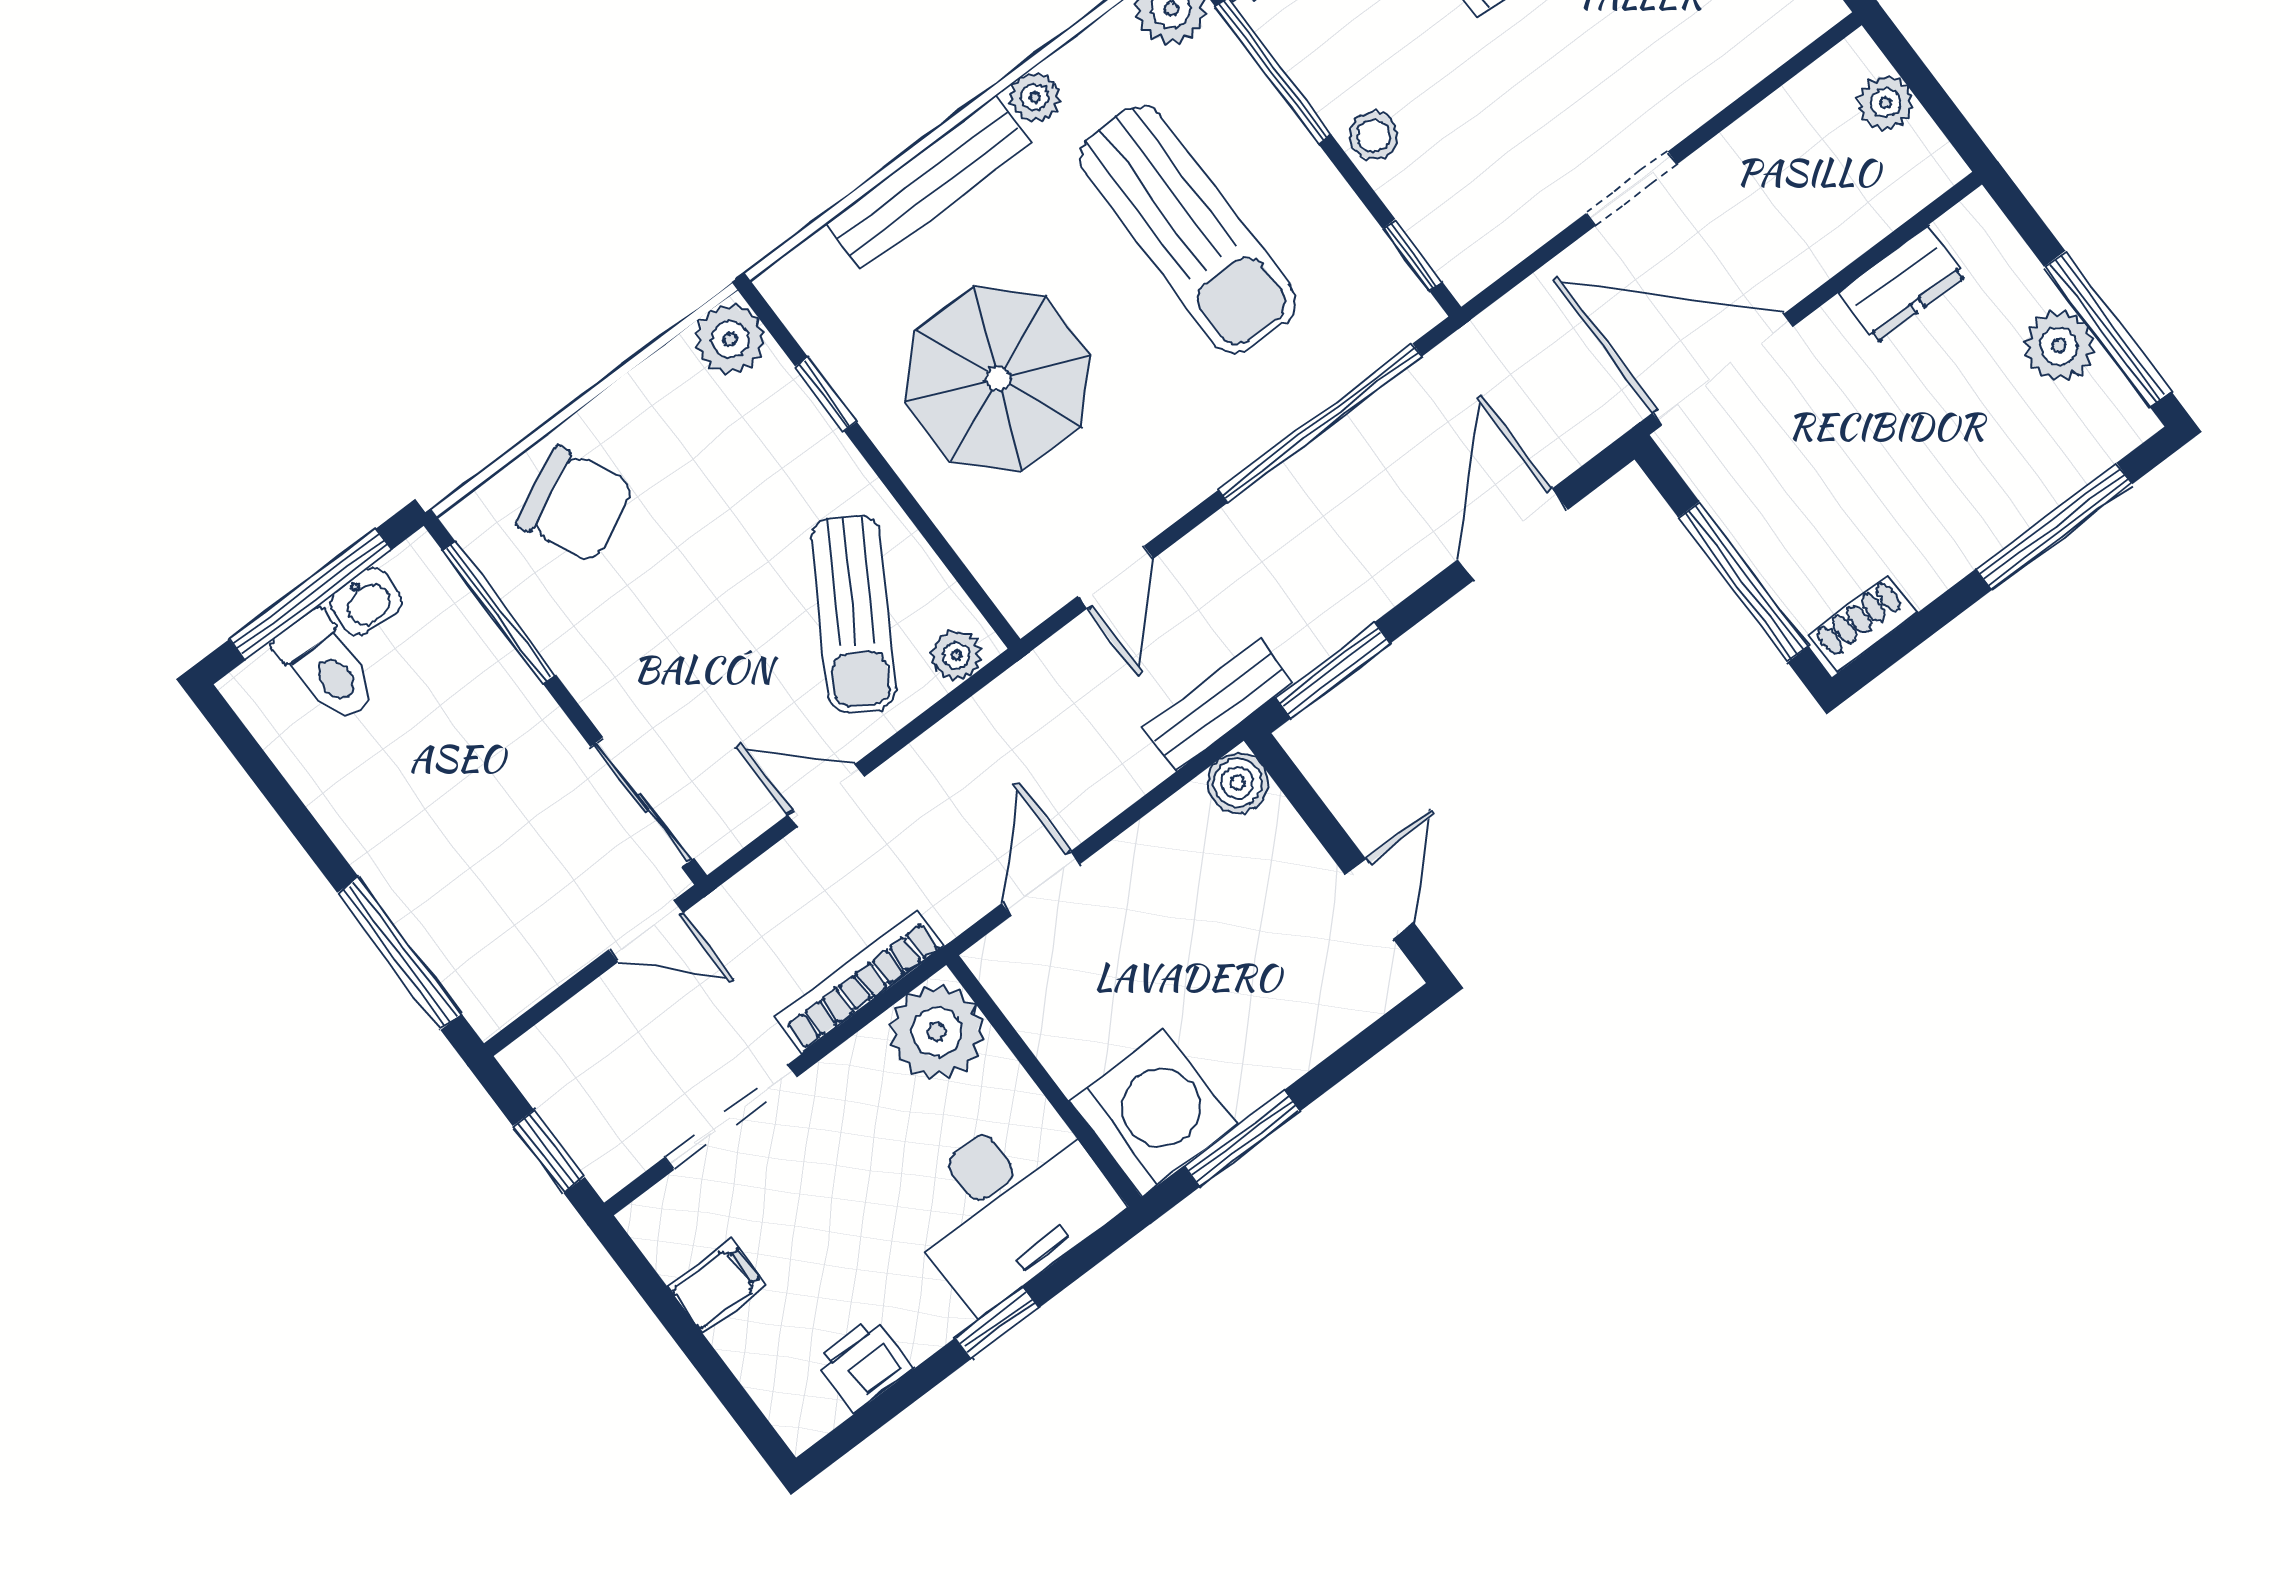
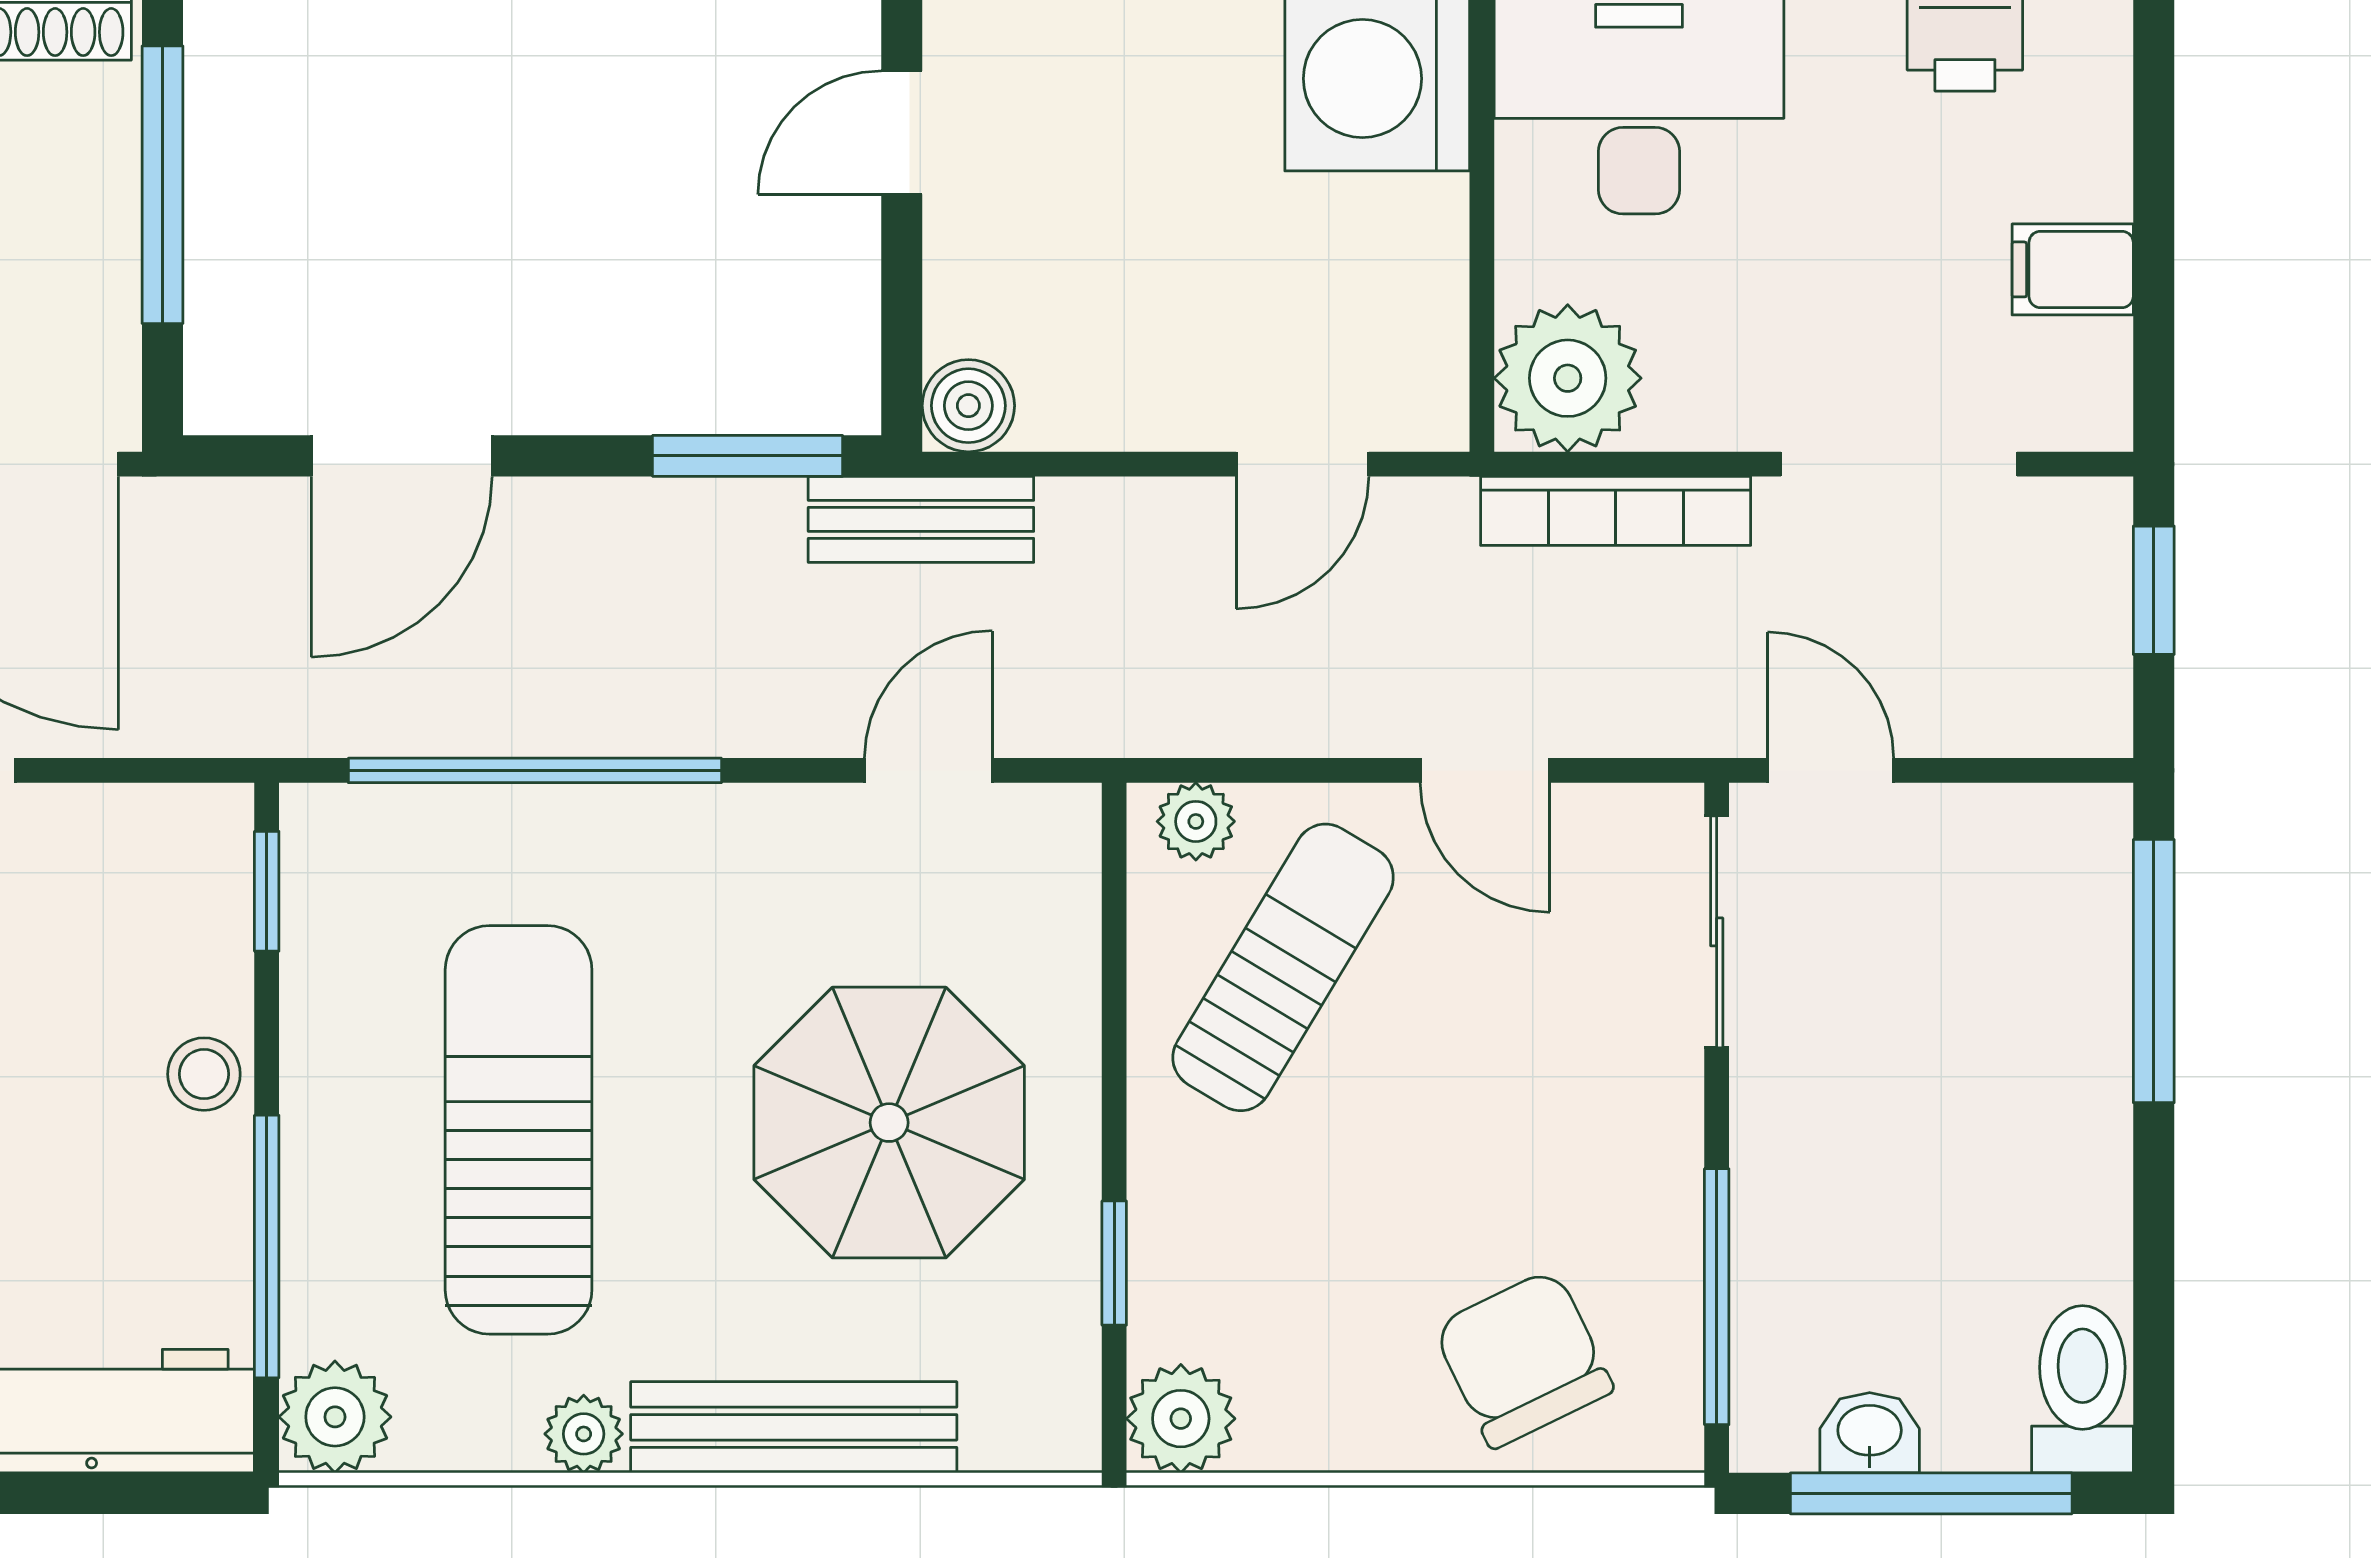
toilet: (327, 667) -> (2082, 1389), moved

